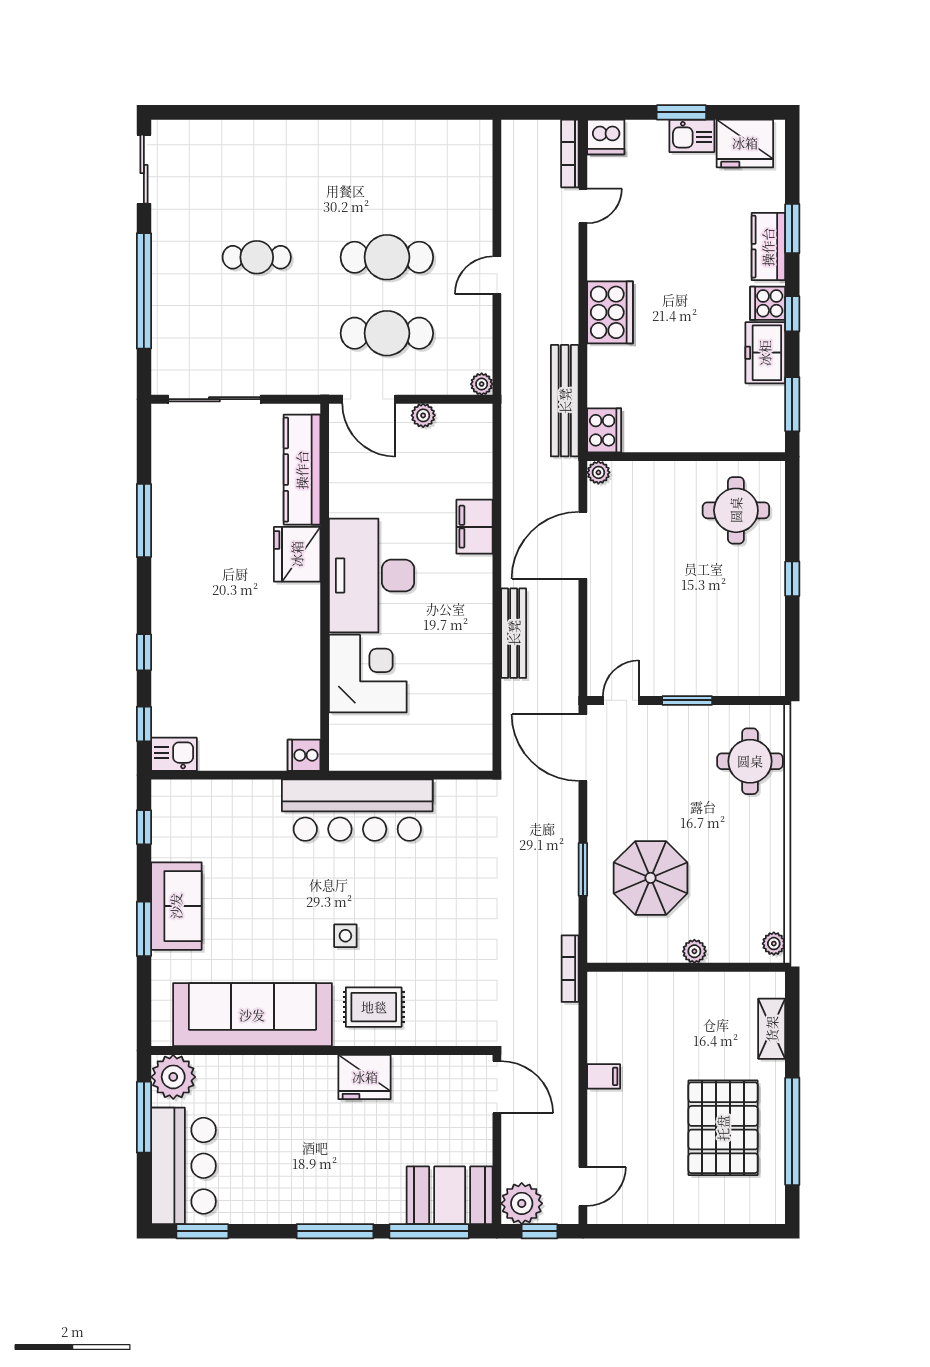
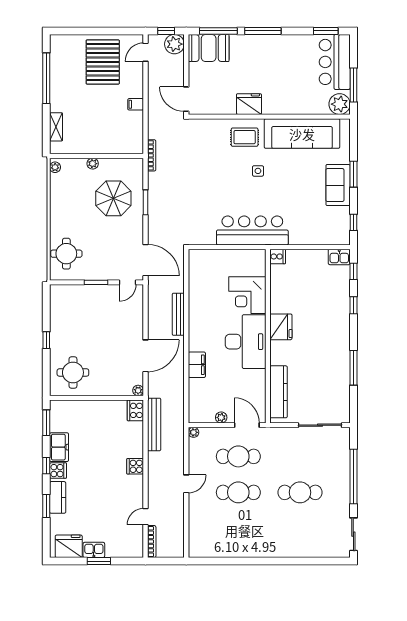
dishwasher: (606, 137) -> (135, 549), removed
cafe table: (257, 257) -> (300, 492), width x1.37, depth x1.35
cooker: (610, 312) -> (135, 466), width x0.53, depth x0.76
fridge: (297, 554) -> (281, 327), moved
pallet: (723, 1128) -> (103, 62), moved

